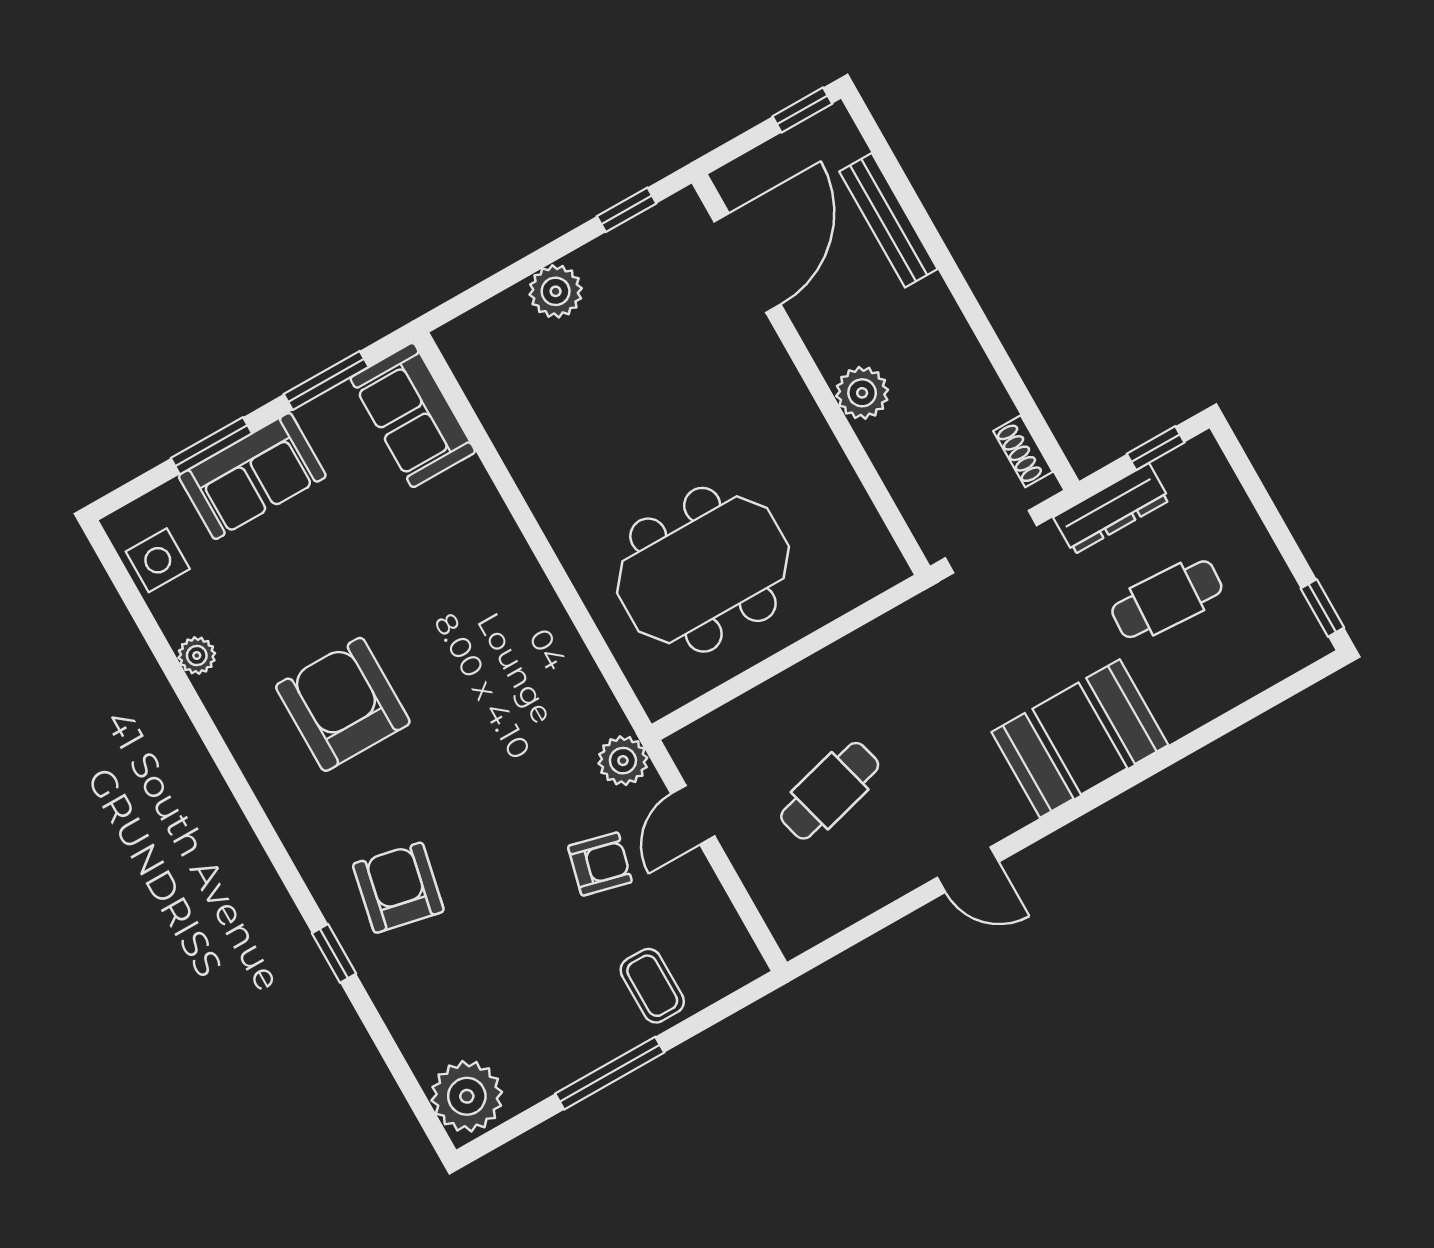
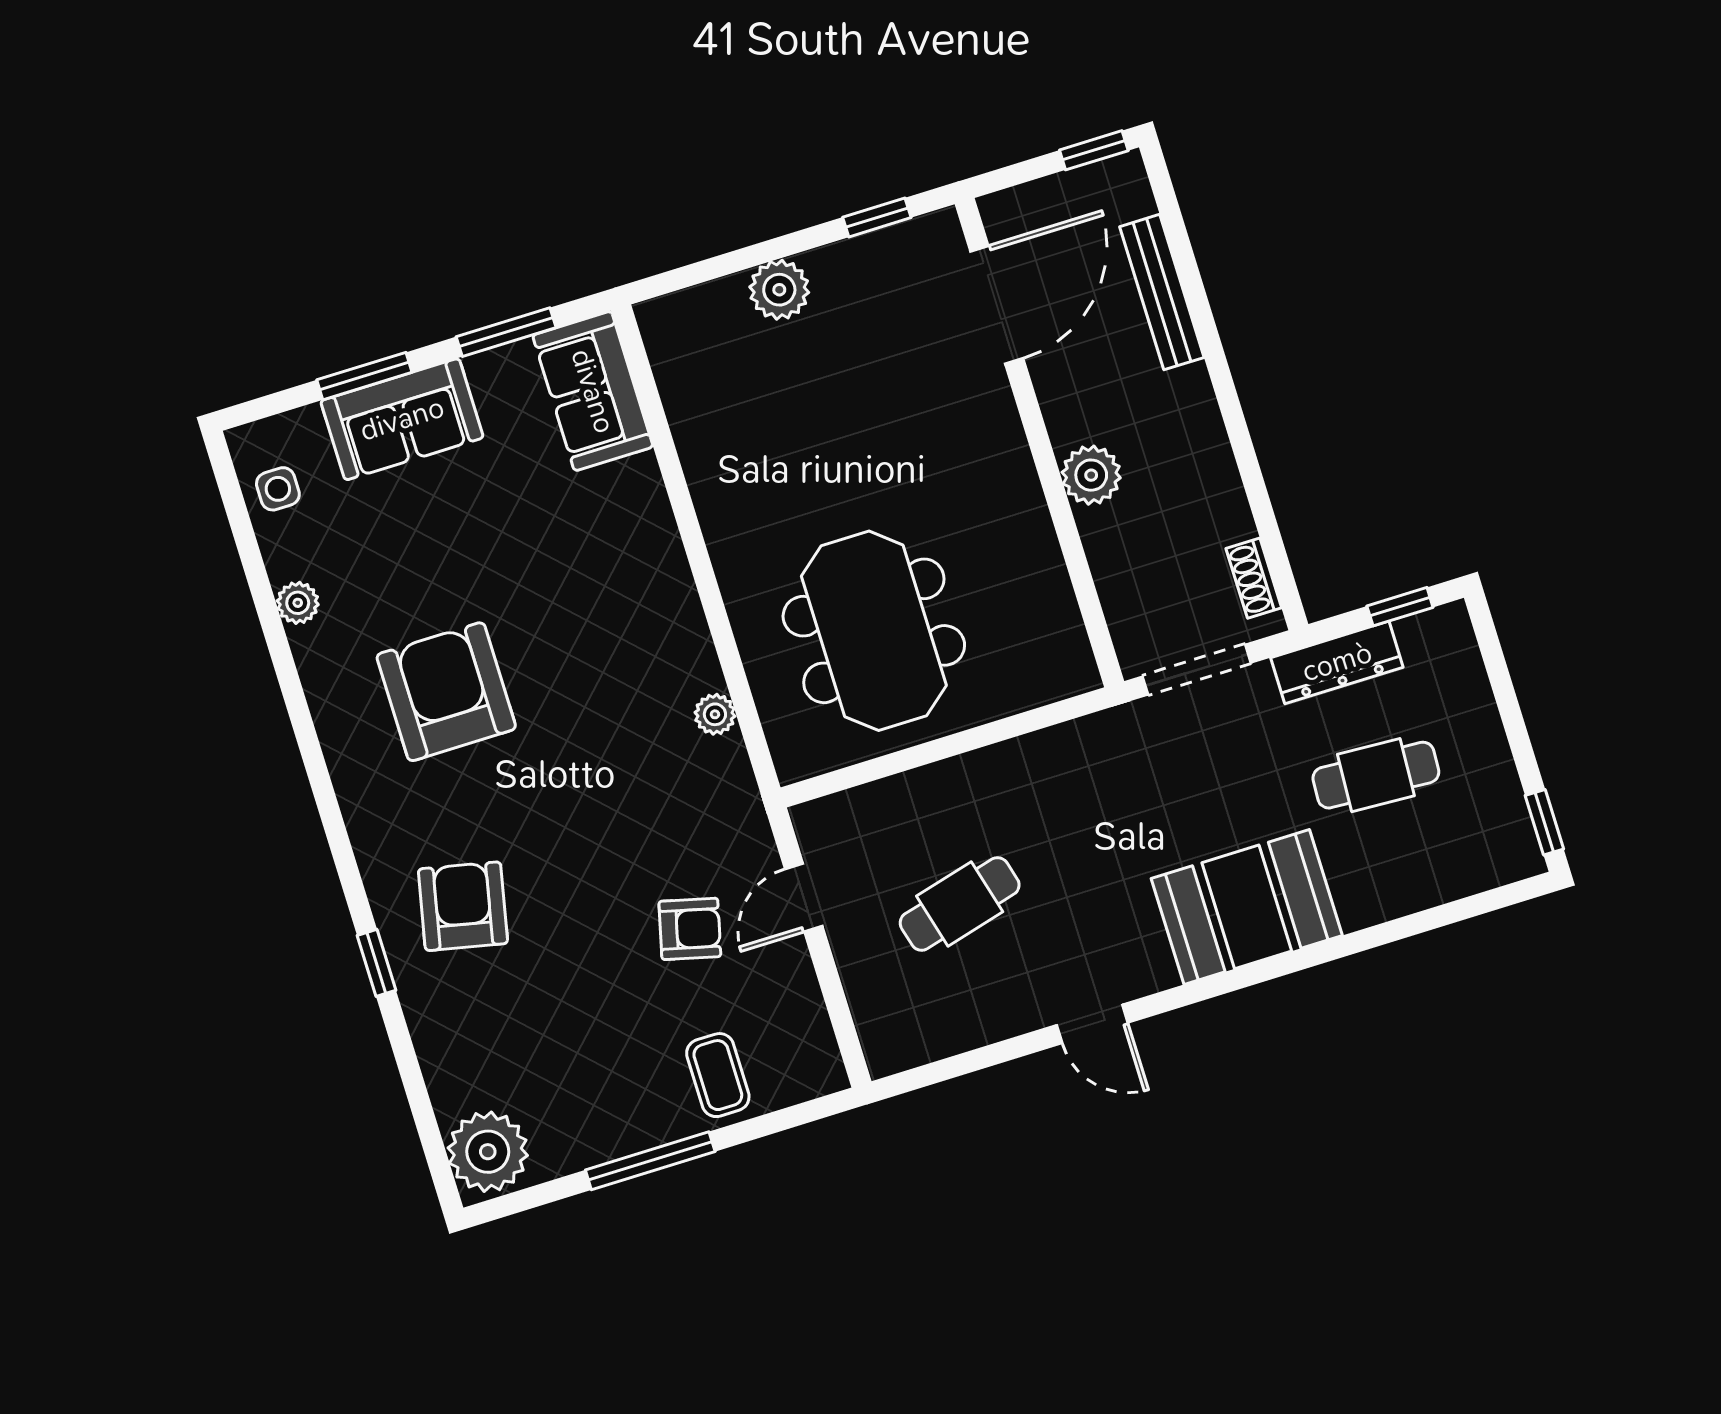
side table: (158, 560) -> (278, 489), width x0.73, depth x0.73
meeting table: (703, 570) -> (874, 631), turned 90
plant: (623, 761) -> (715, 714), moved, width x0.73, depth x0.73

